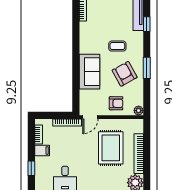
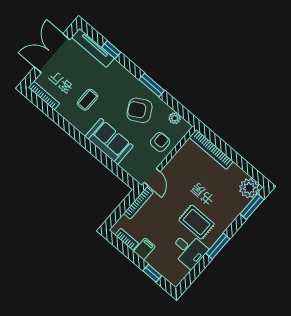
coffee table: (117, 46) -> (88, 100), moved
plant: (138, 111) -> (175, 118), moved
rug: (111, 148) -> (197, 222), moved, width x0.73, depth x0.70
bookcase: (139, 154) -> (211, 149), moved

